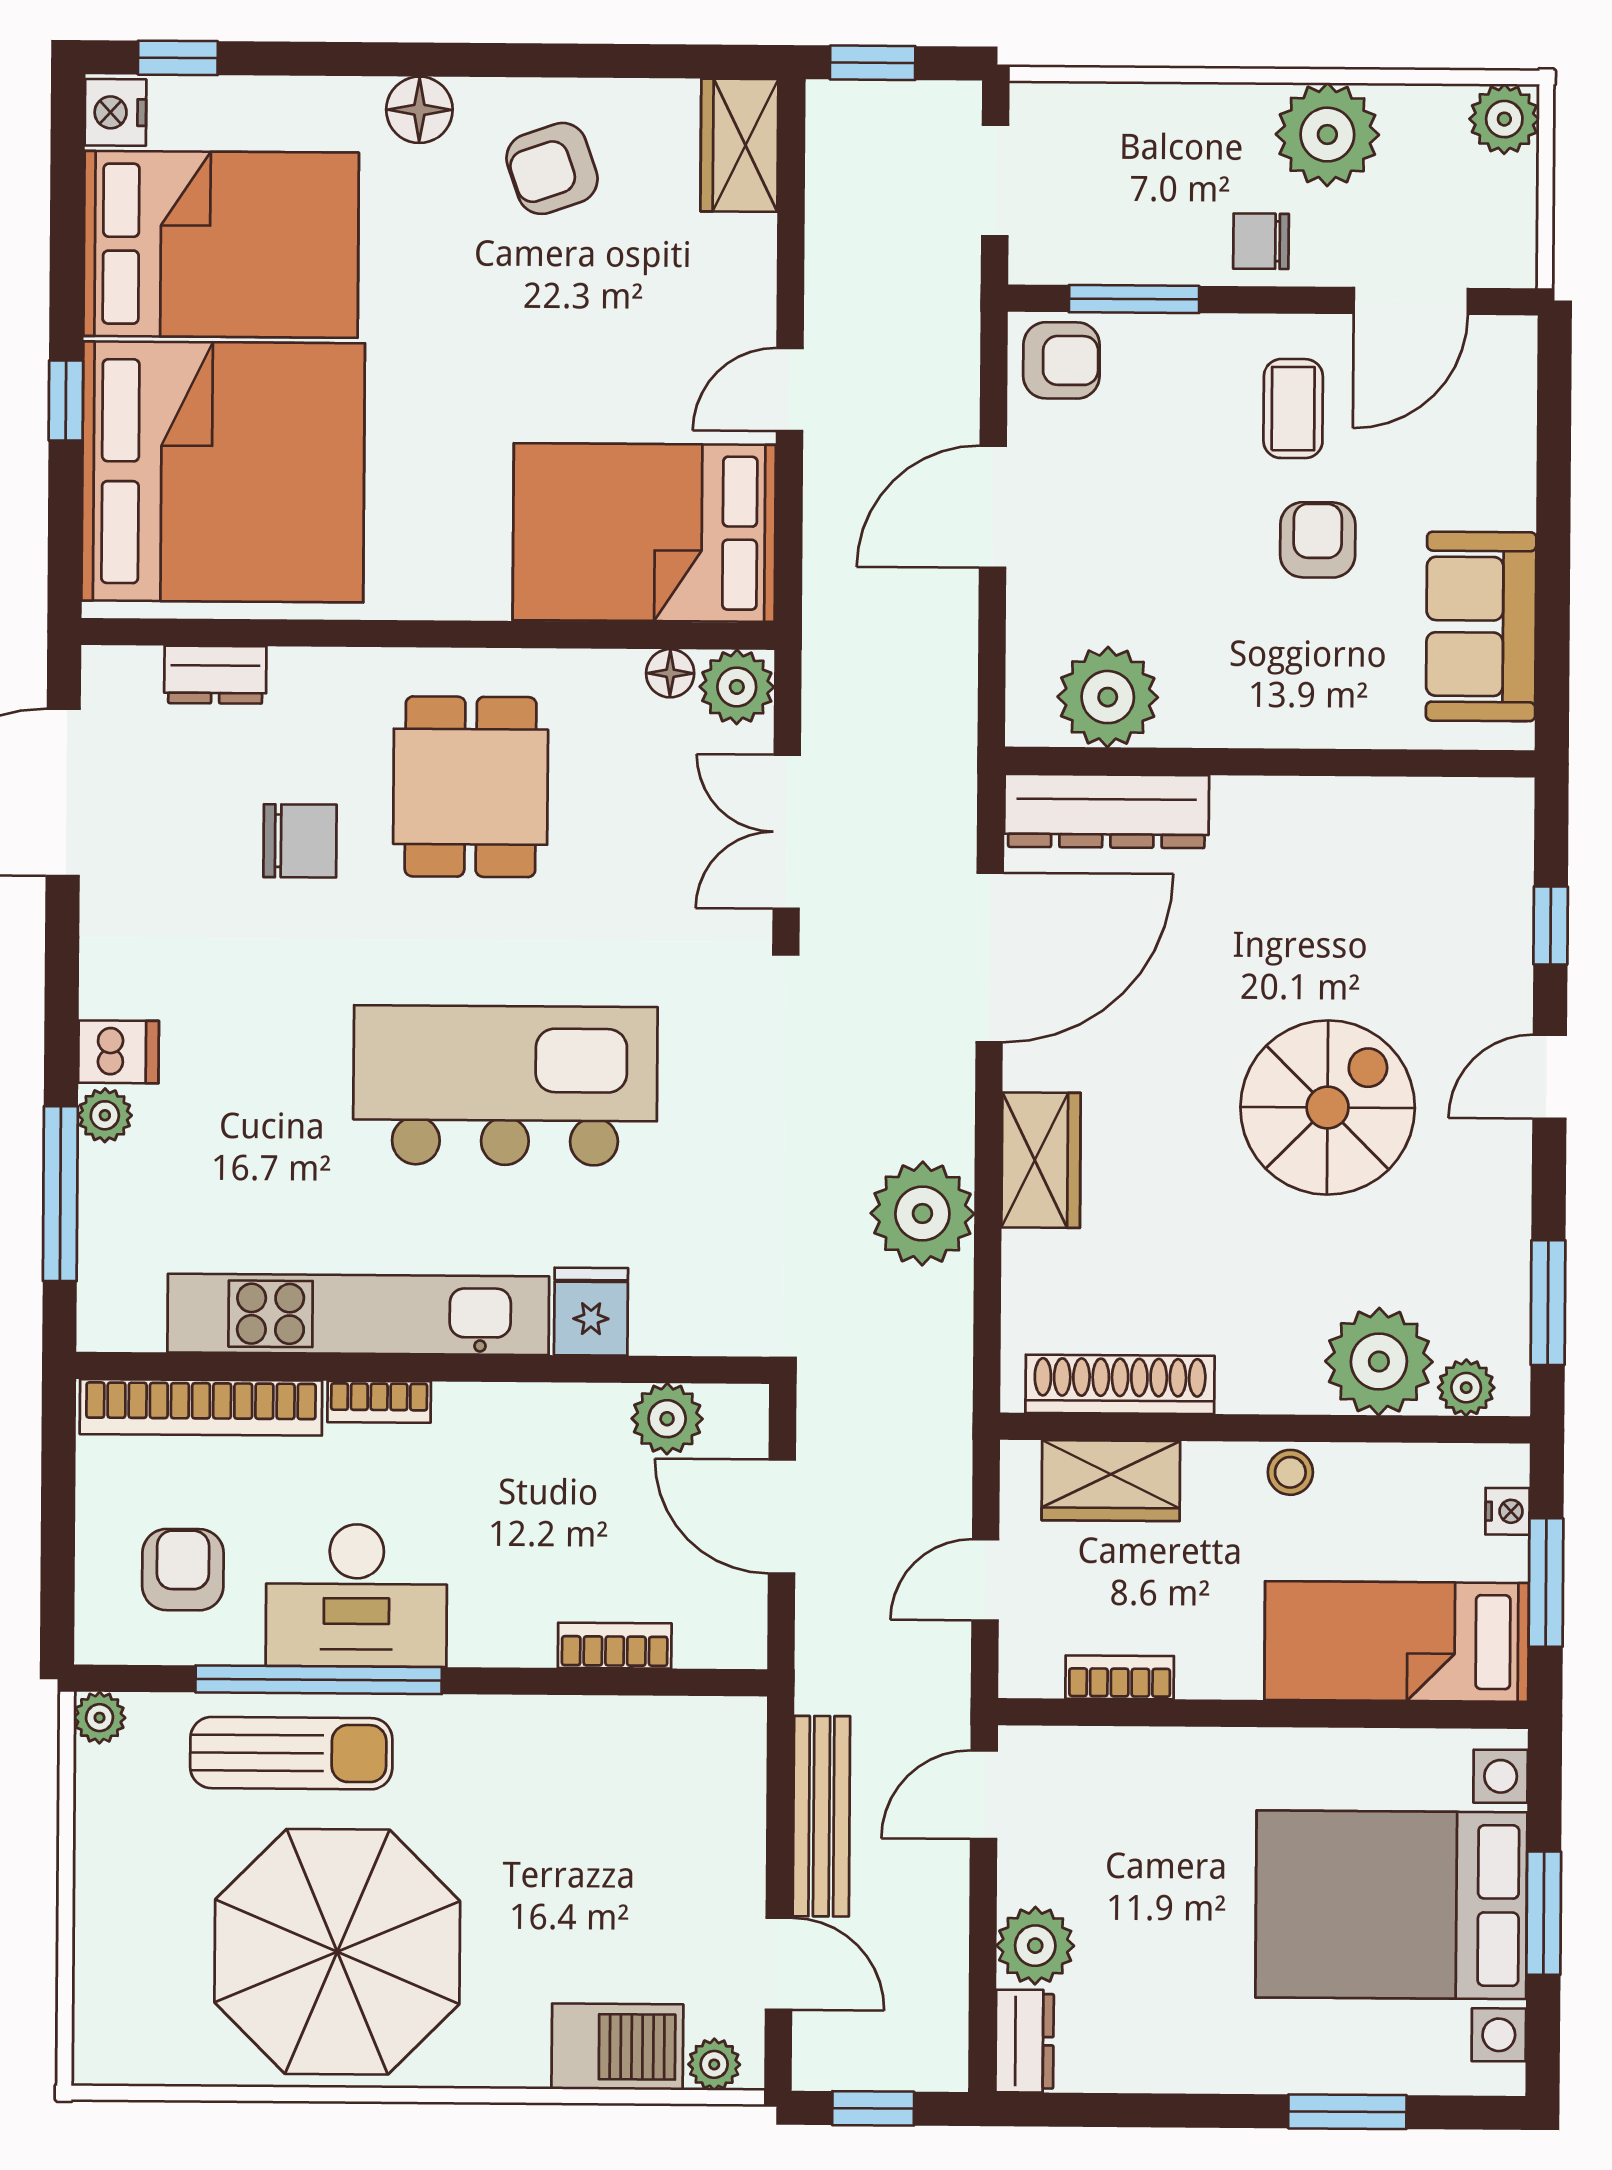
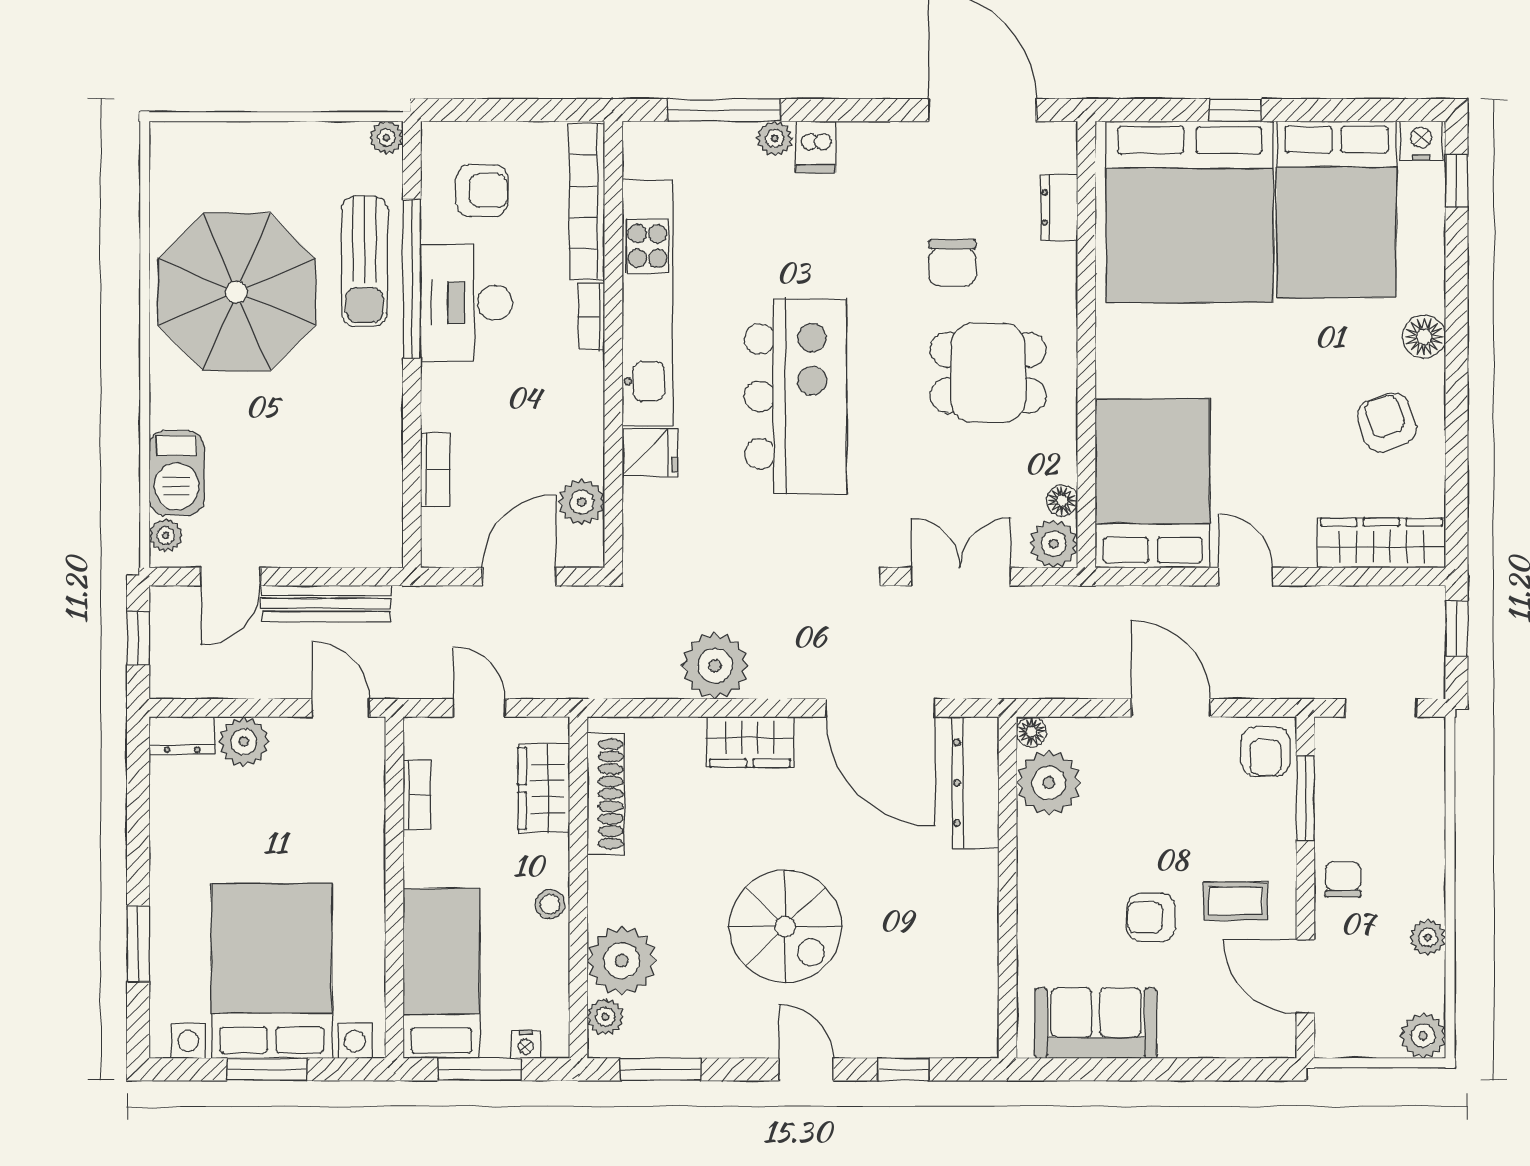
plant: (1327, 135) -> (1428, 937), width x0.53, depth x0.53
wardrobe: (739, 145) -> (1381, 543), width x1.50
armchair: (1318, 540) -> (1151, 917), turned 180
floor lamp: (1028, 723) -> (1031, 732), added

